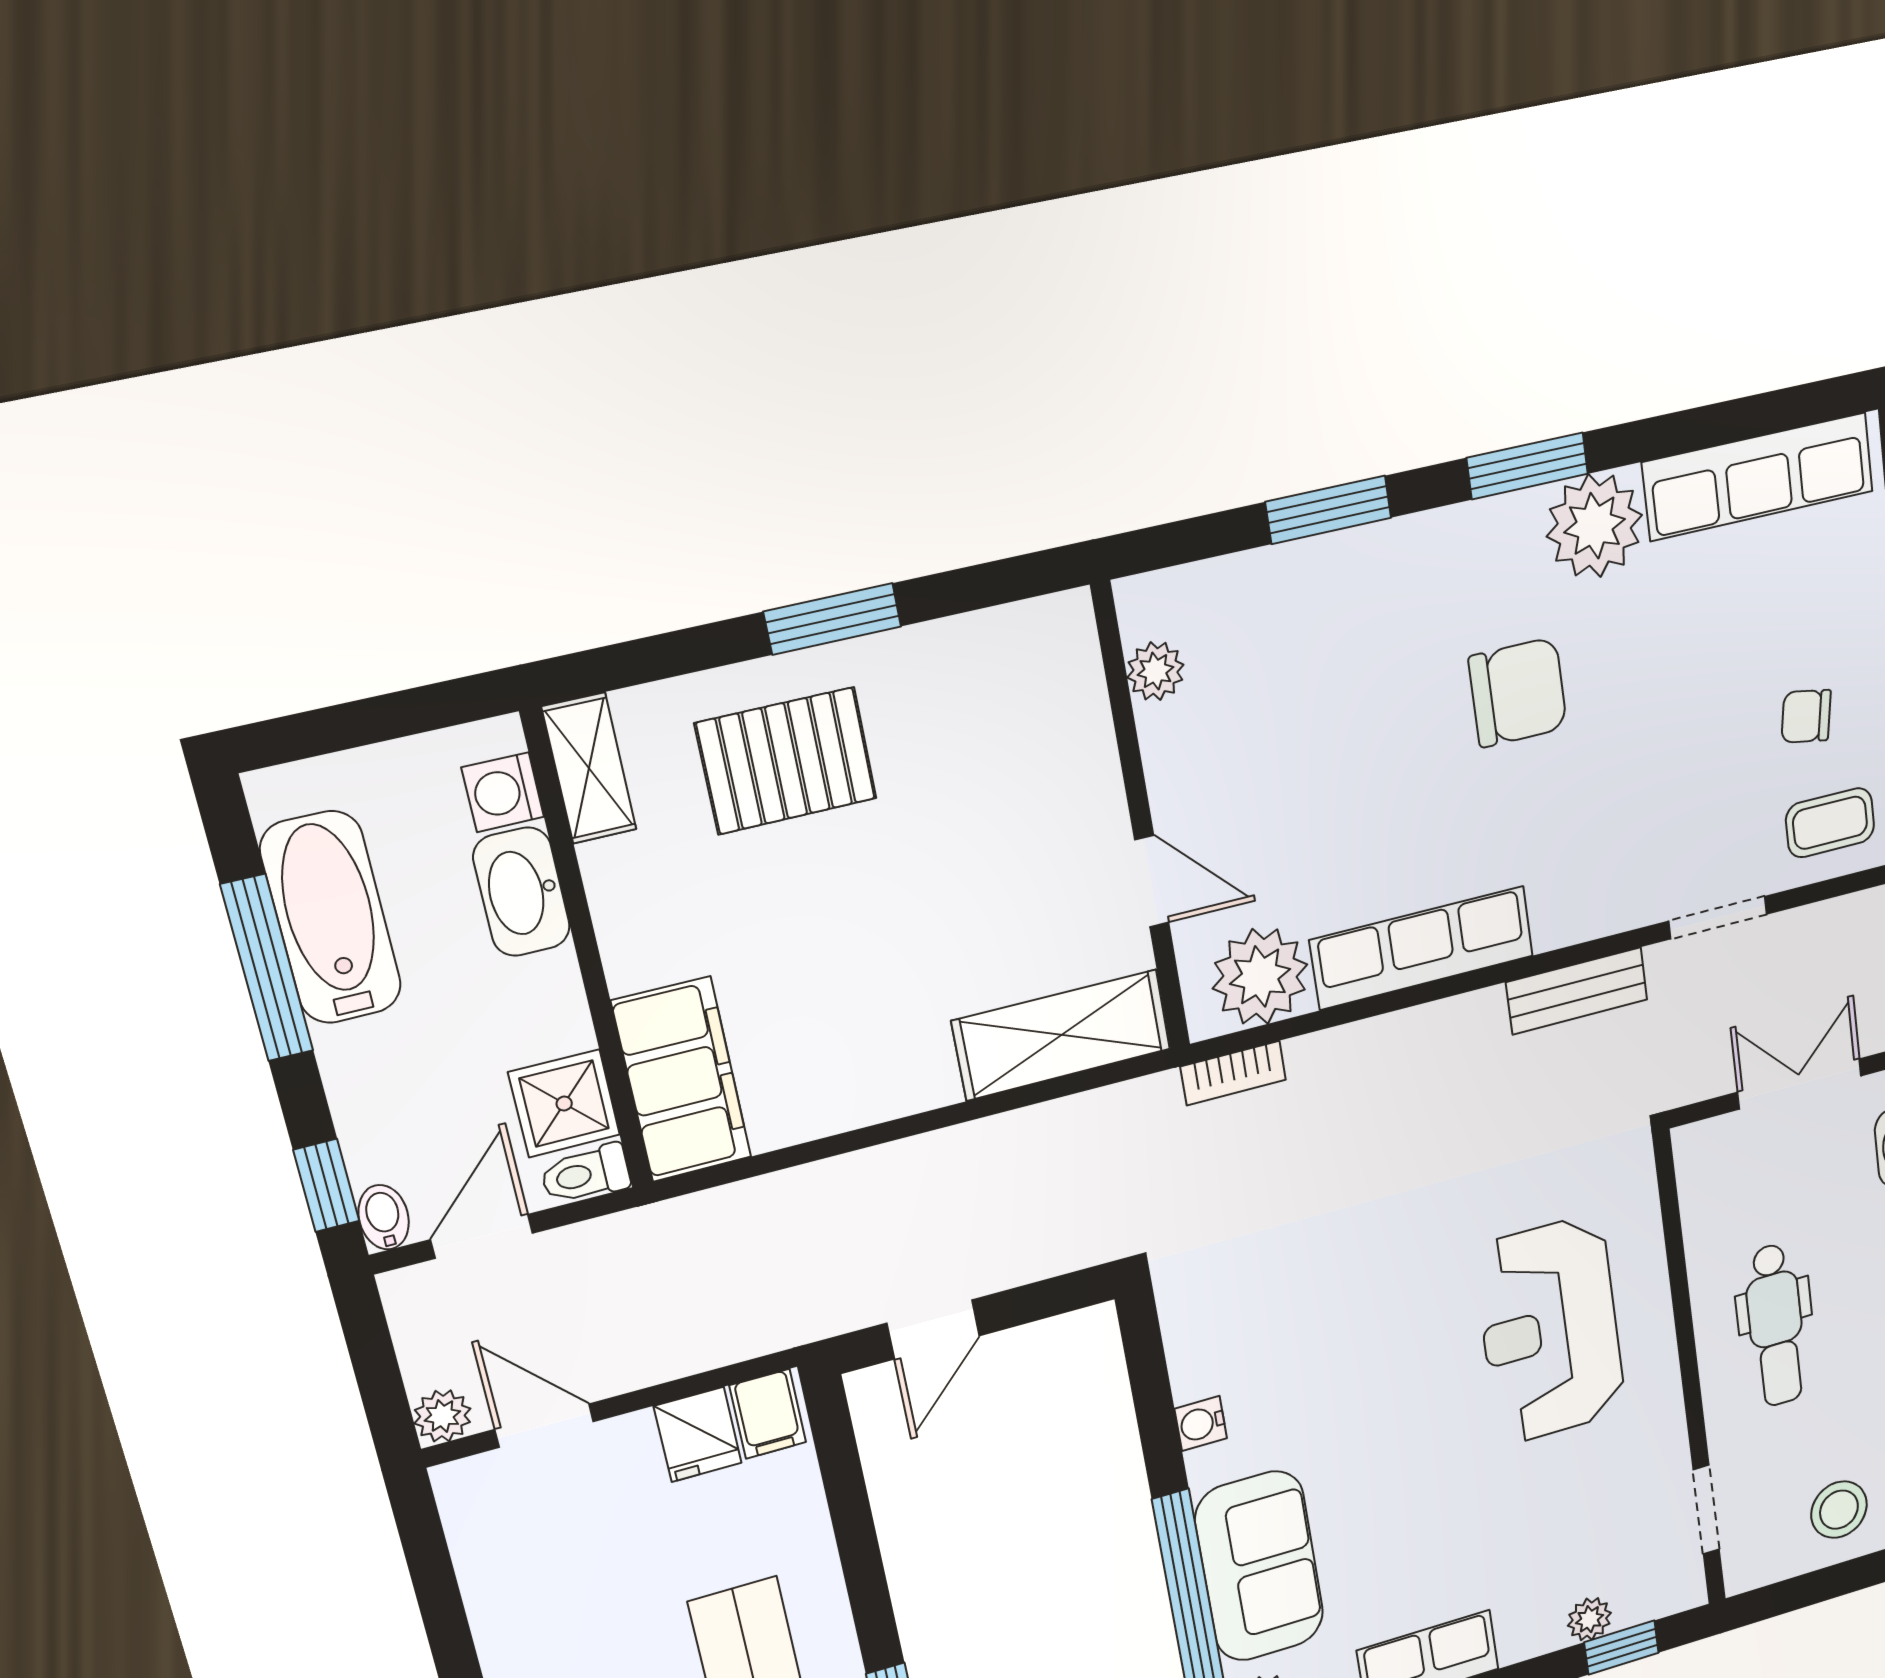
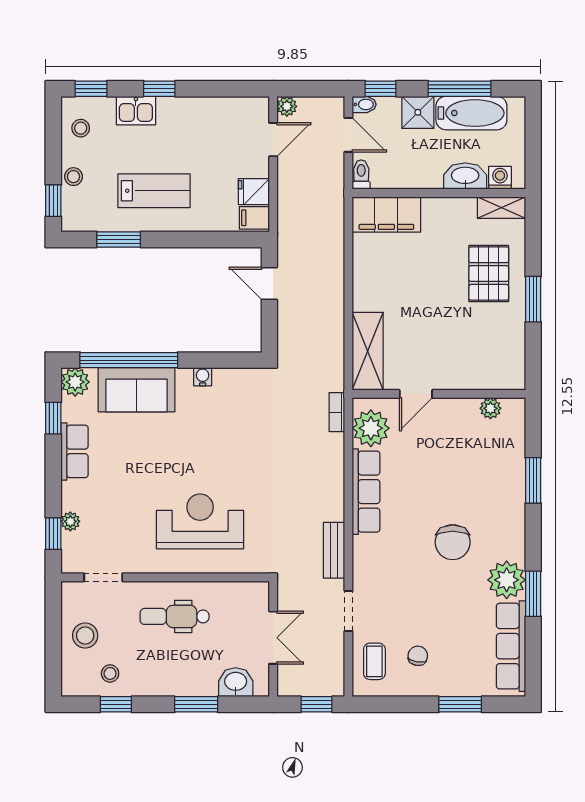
window: (1527, 466) -> (533, 594), moved
shower: (564, 1104) -> (418, 112), moved

